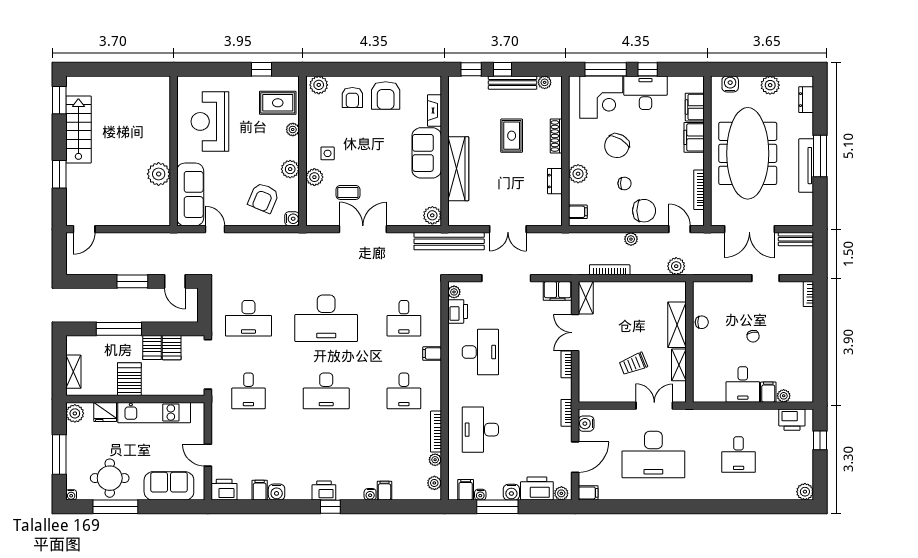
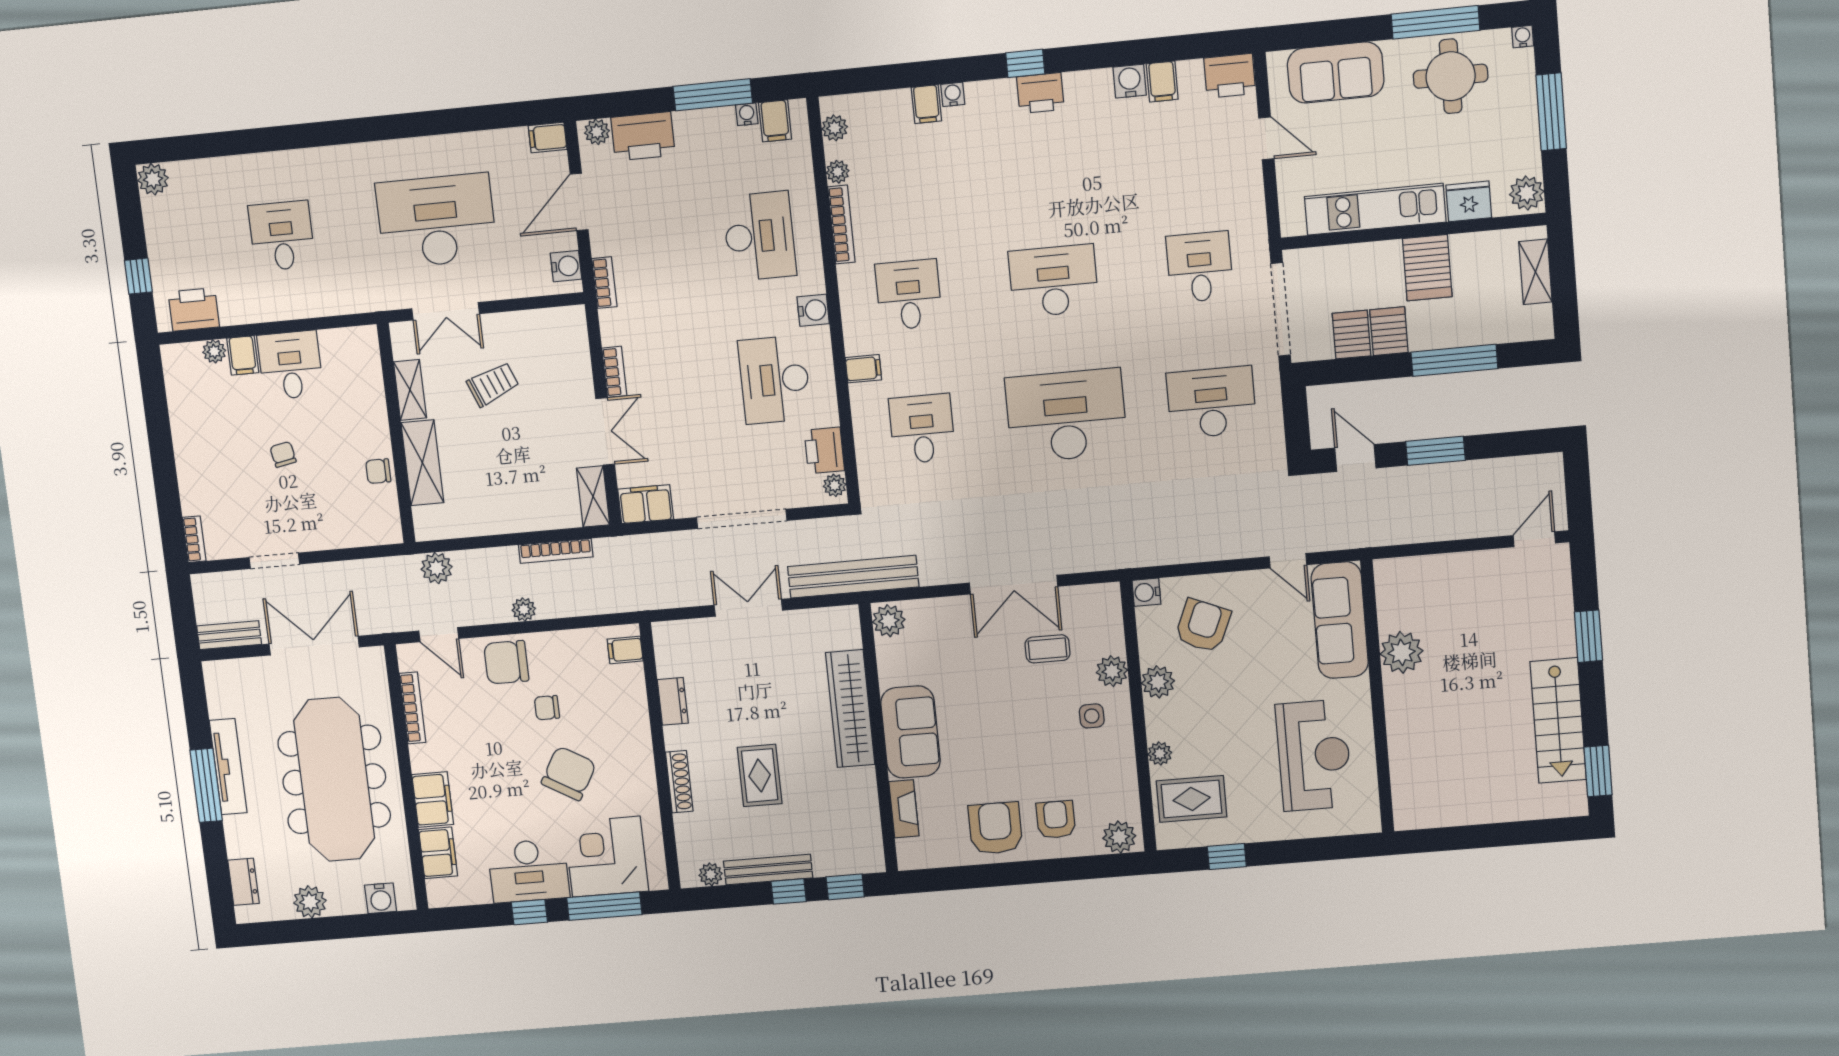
plant: (578, 174) -> (632, 718), removed
water cooler: (511, 492) -> (813, 310), moved, turned 90

